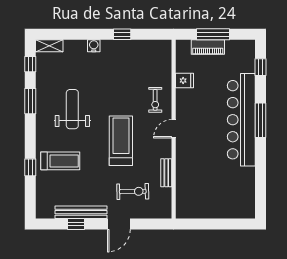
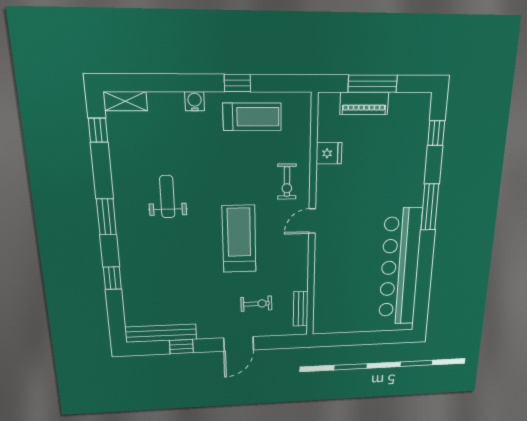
window: (30, 101) -> (106, 217), moved
weight bench: (72, 109) -> (167, 197), width x0.73, depth x0.75
bar counter: (241, 120) -> (400, 267), moved
treadmill: (60, 161) -> (252, 117), moved
bench: (166, 173) -> (301, 309), moved
exercise bike: (133, 191) -> (256, 304), width x0.73, depth x0.72
bench: (81, 212) -> (161, 333), moved

